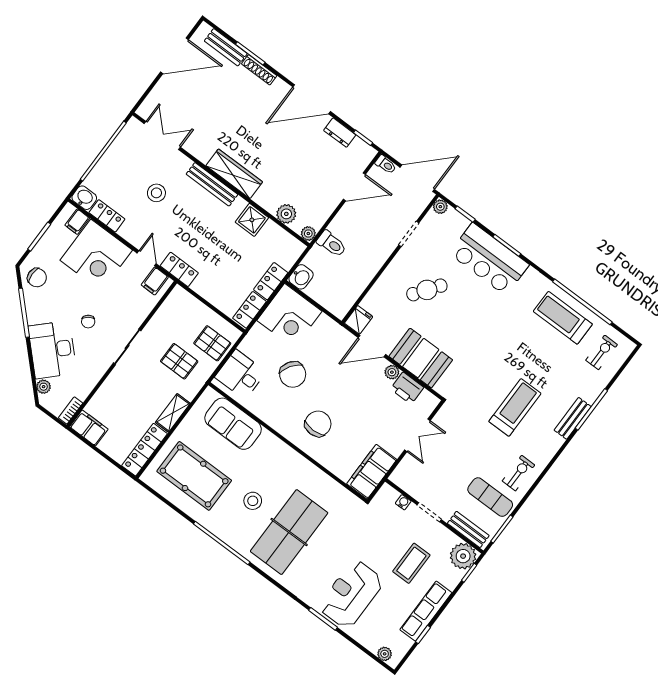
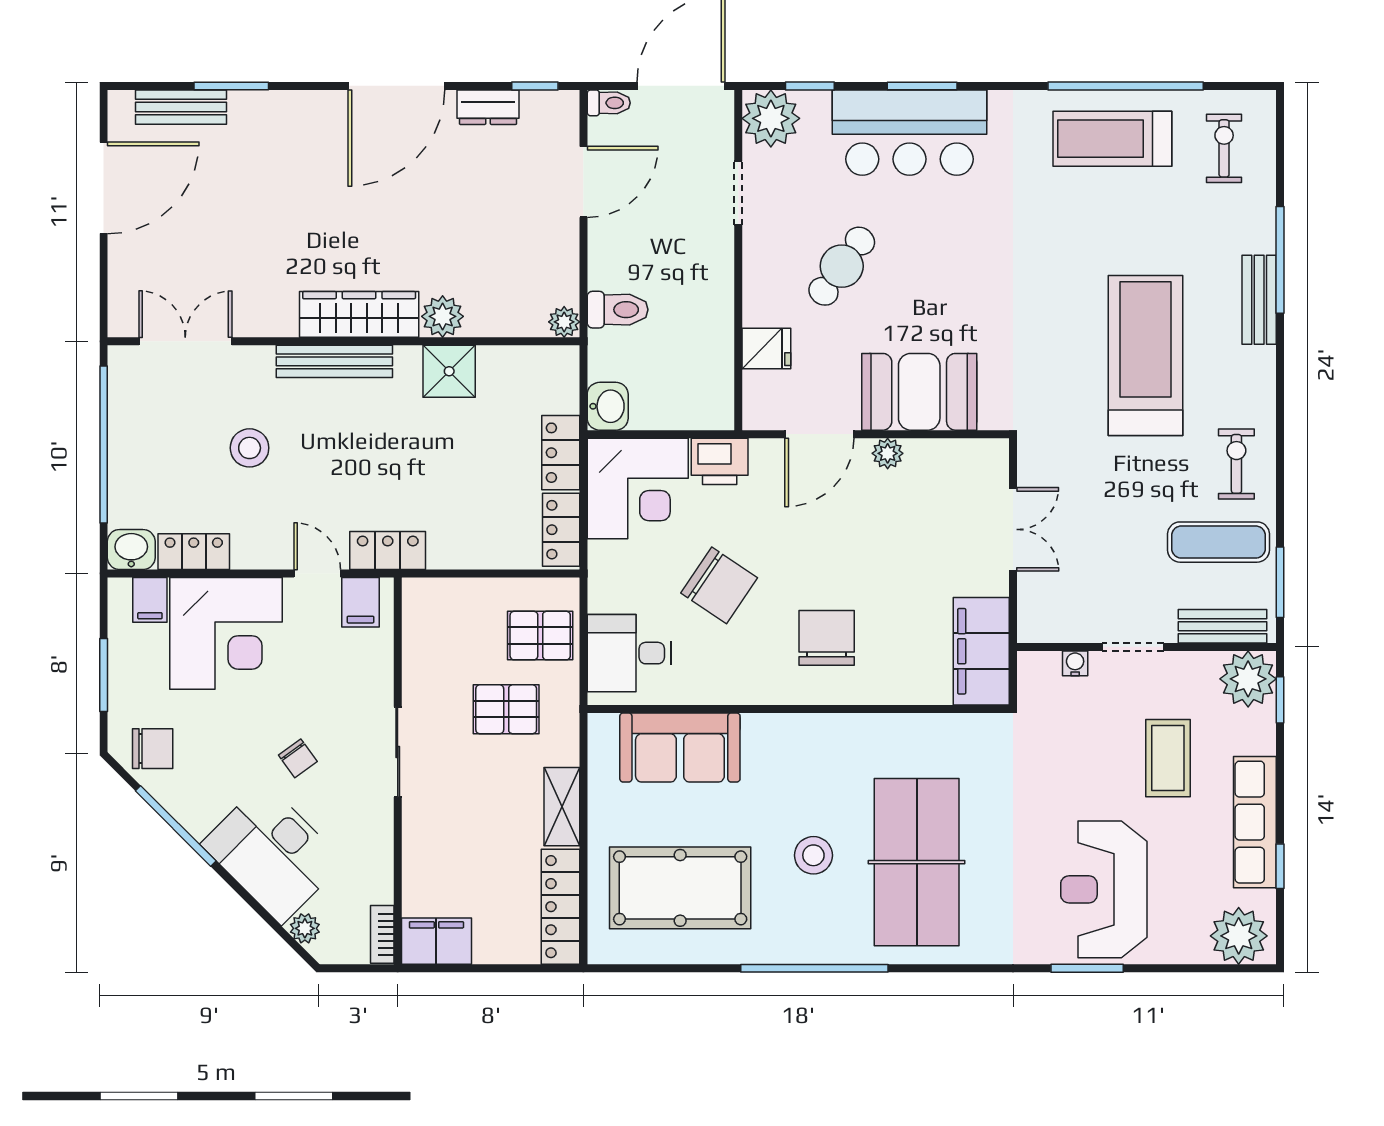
shoe rack: (259, 70) -> (268, 103), removed
plant: (440, 207) -> (771, 118), width x1.88, depth x1.88
plant: (286, 214) -> (443, 316), moved
fridge: (359, 320) -> (766, 349), moved, turned 90
printer: (407, 388) -> (720, 461), moved
treadmill: (515, 407) -> (1145, 355), width x1.37, depth x1.37
plant: (385, 654) -> (1239, 936), width x1.88, depth x1.88

